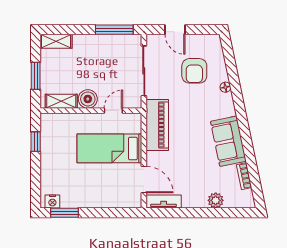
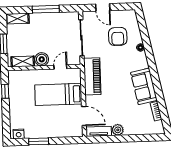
window: (114, 30) -> (46, 9), moved
plant: (216, 200) -> (118, 130), moved
window: (64, 213) -> (39, 141), moved

